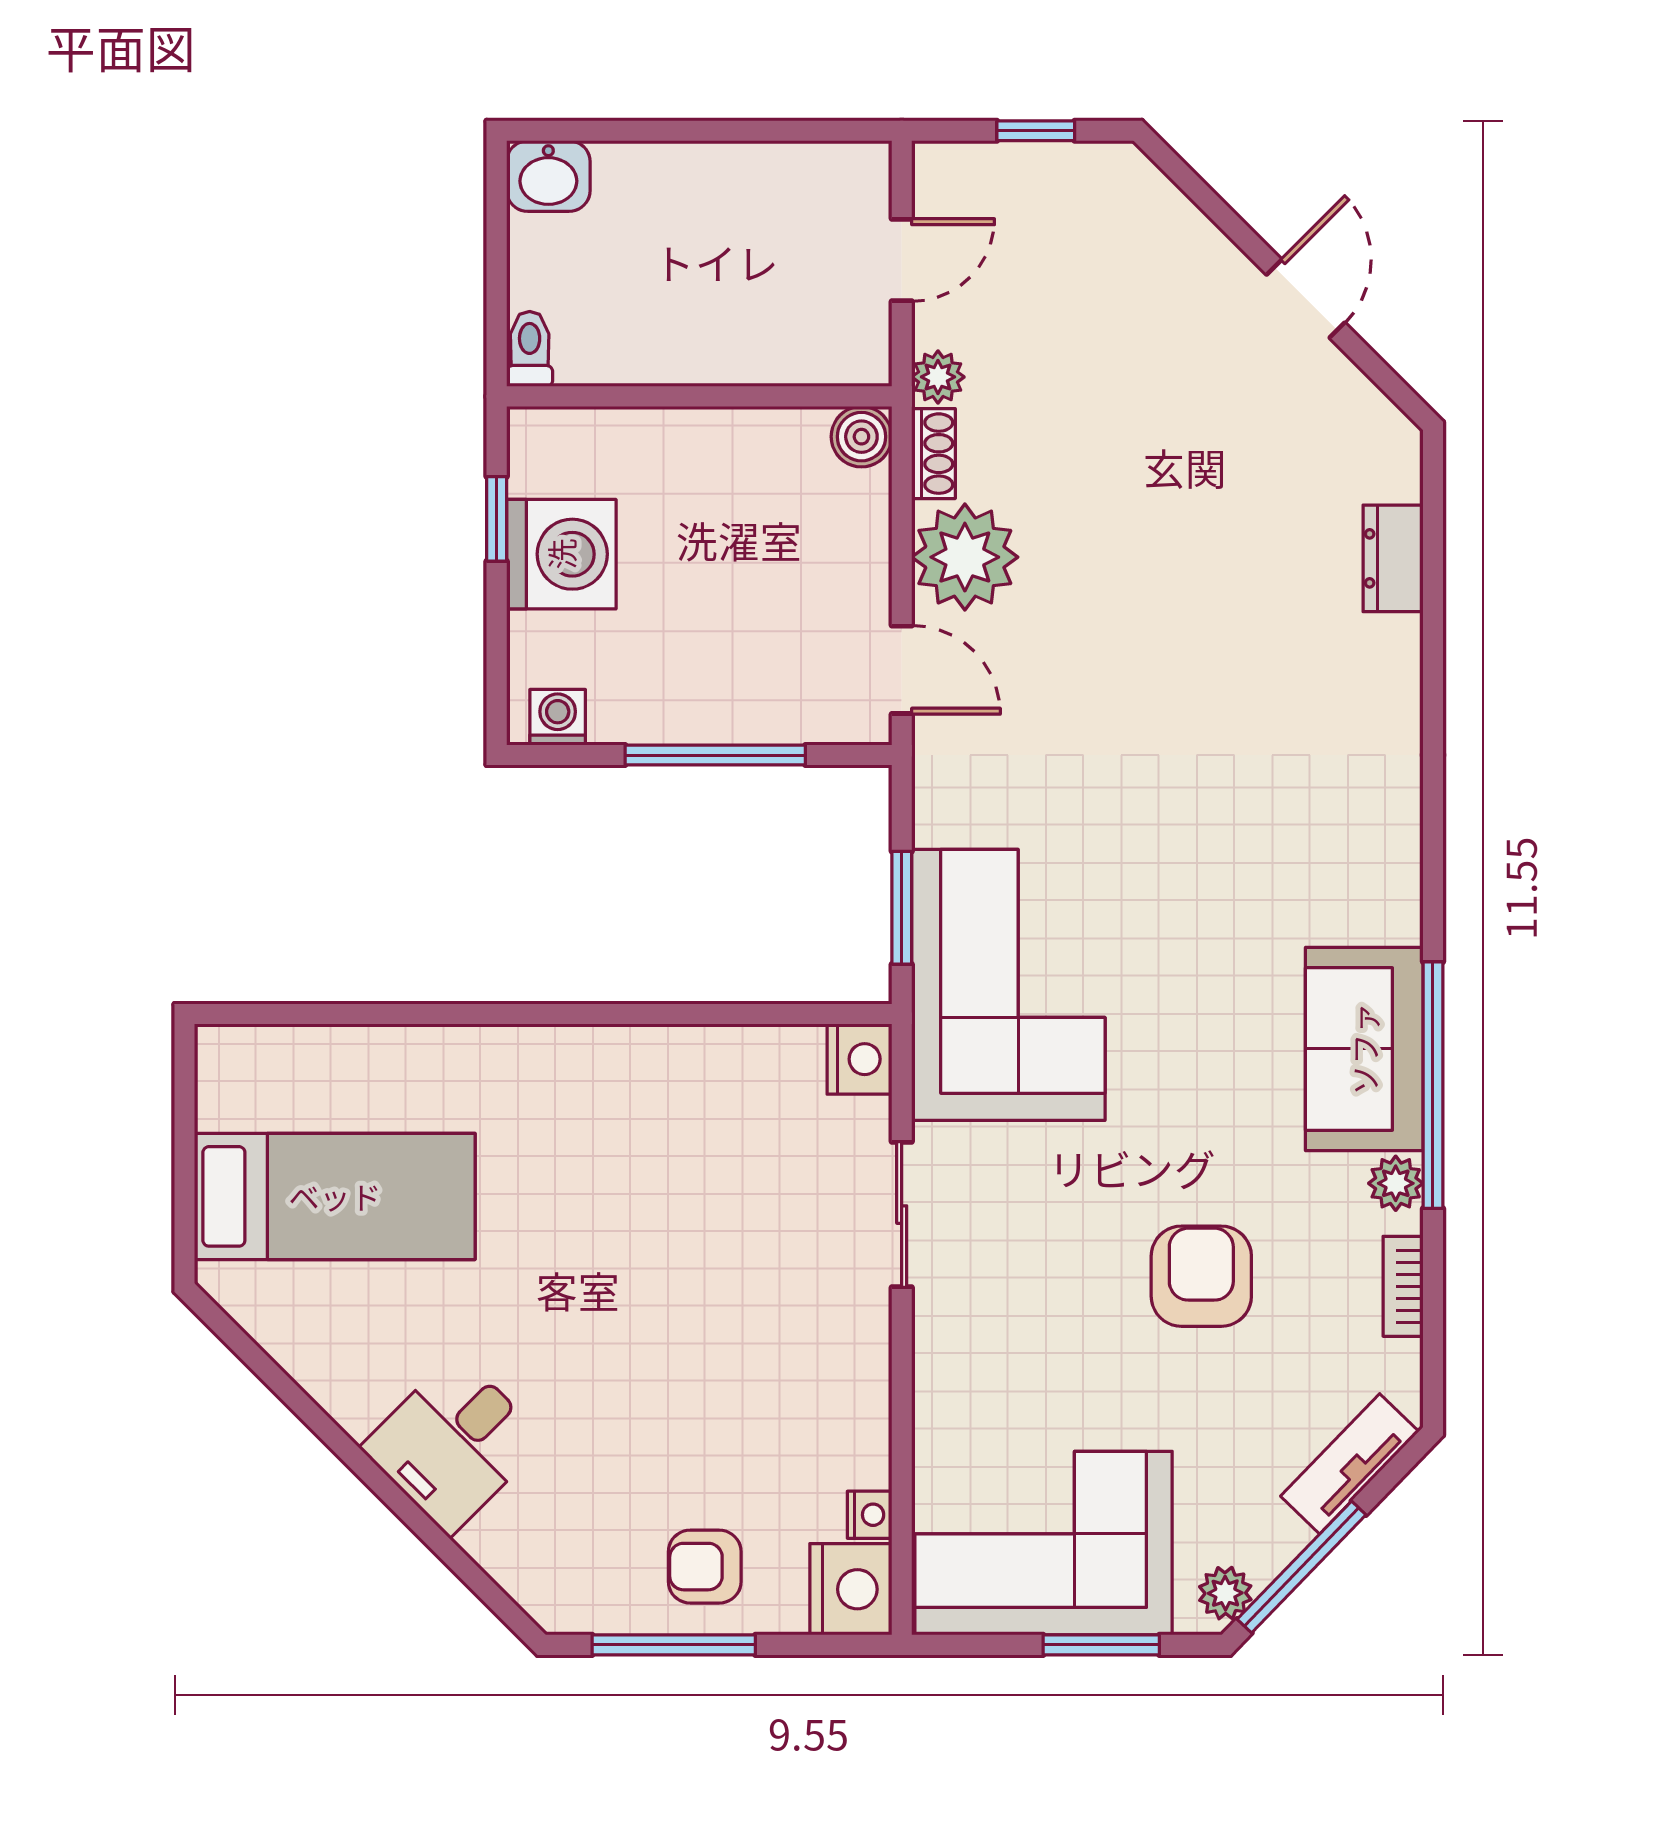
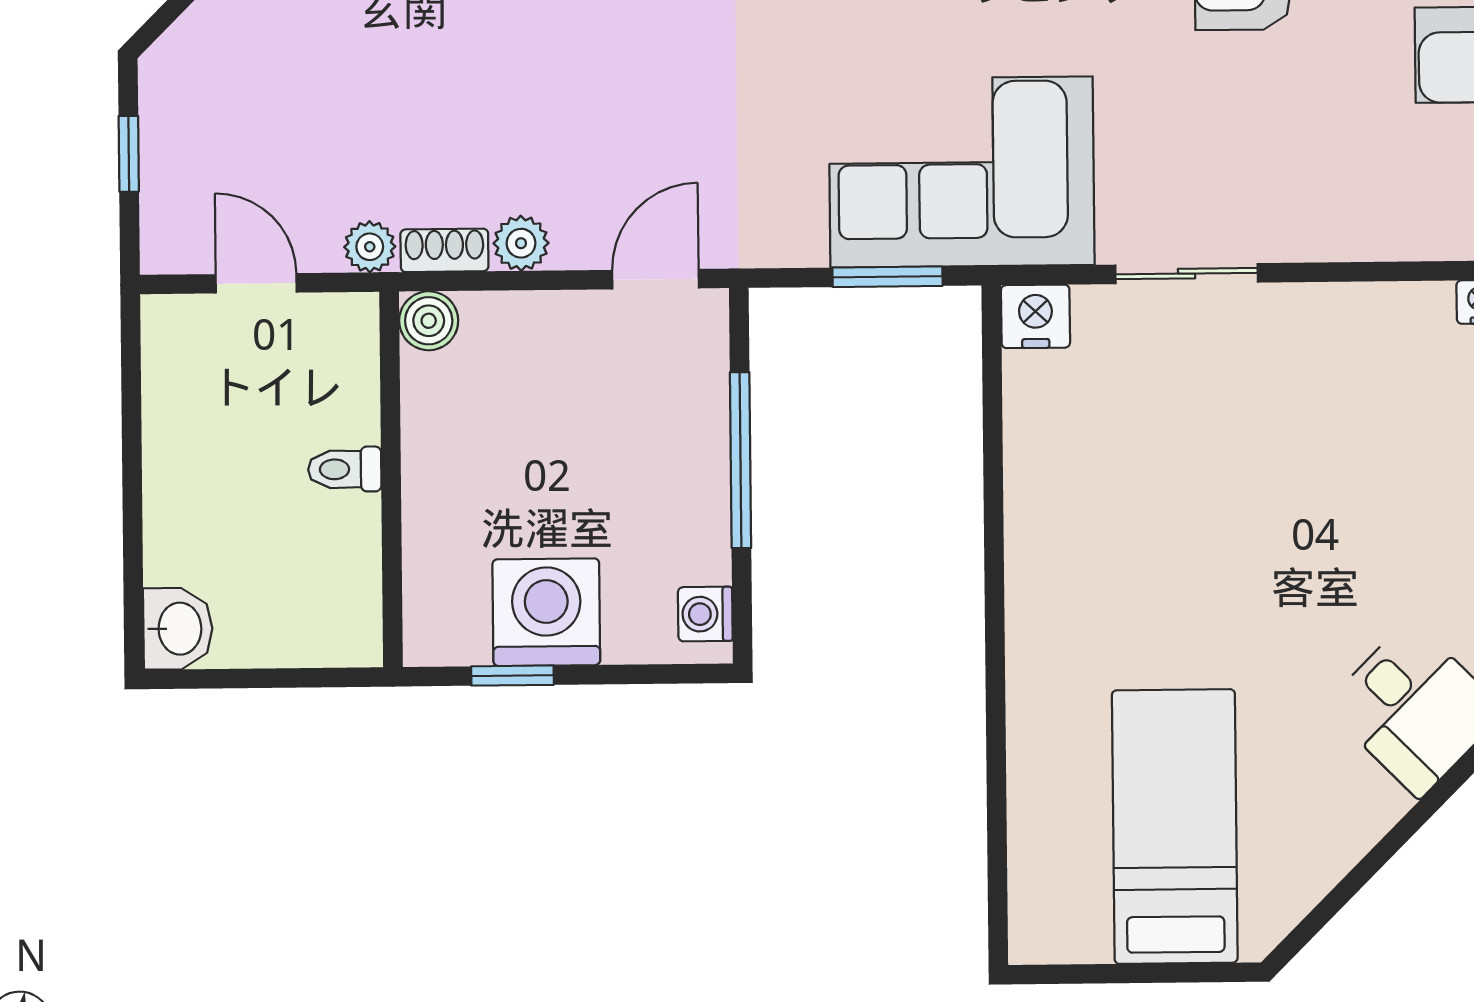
toilet: (530, 349) -> (345, 469), moved
plant: (965, 557) -> (521, 243), width x0.53, depth x0.53

